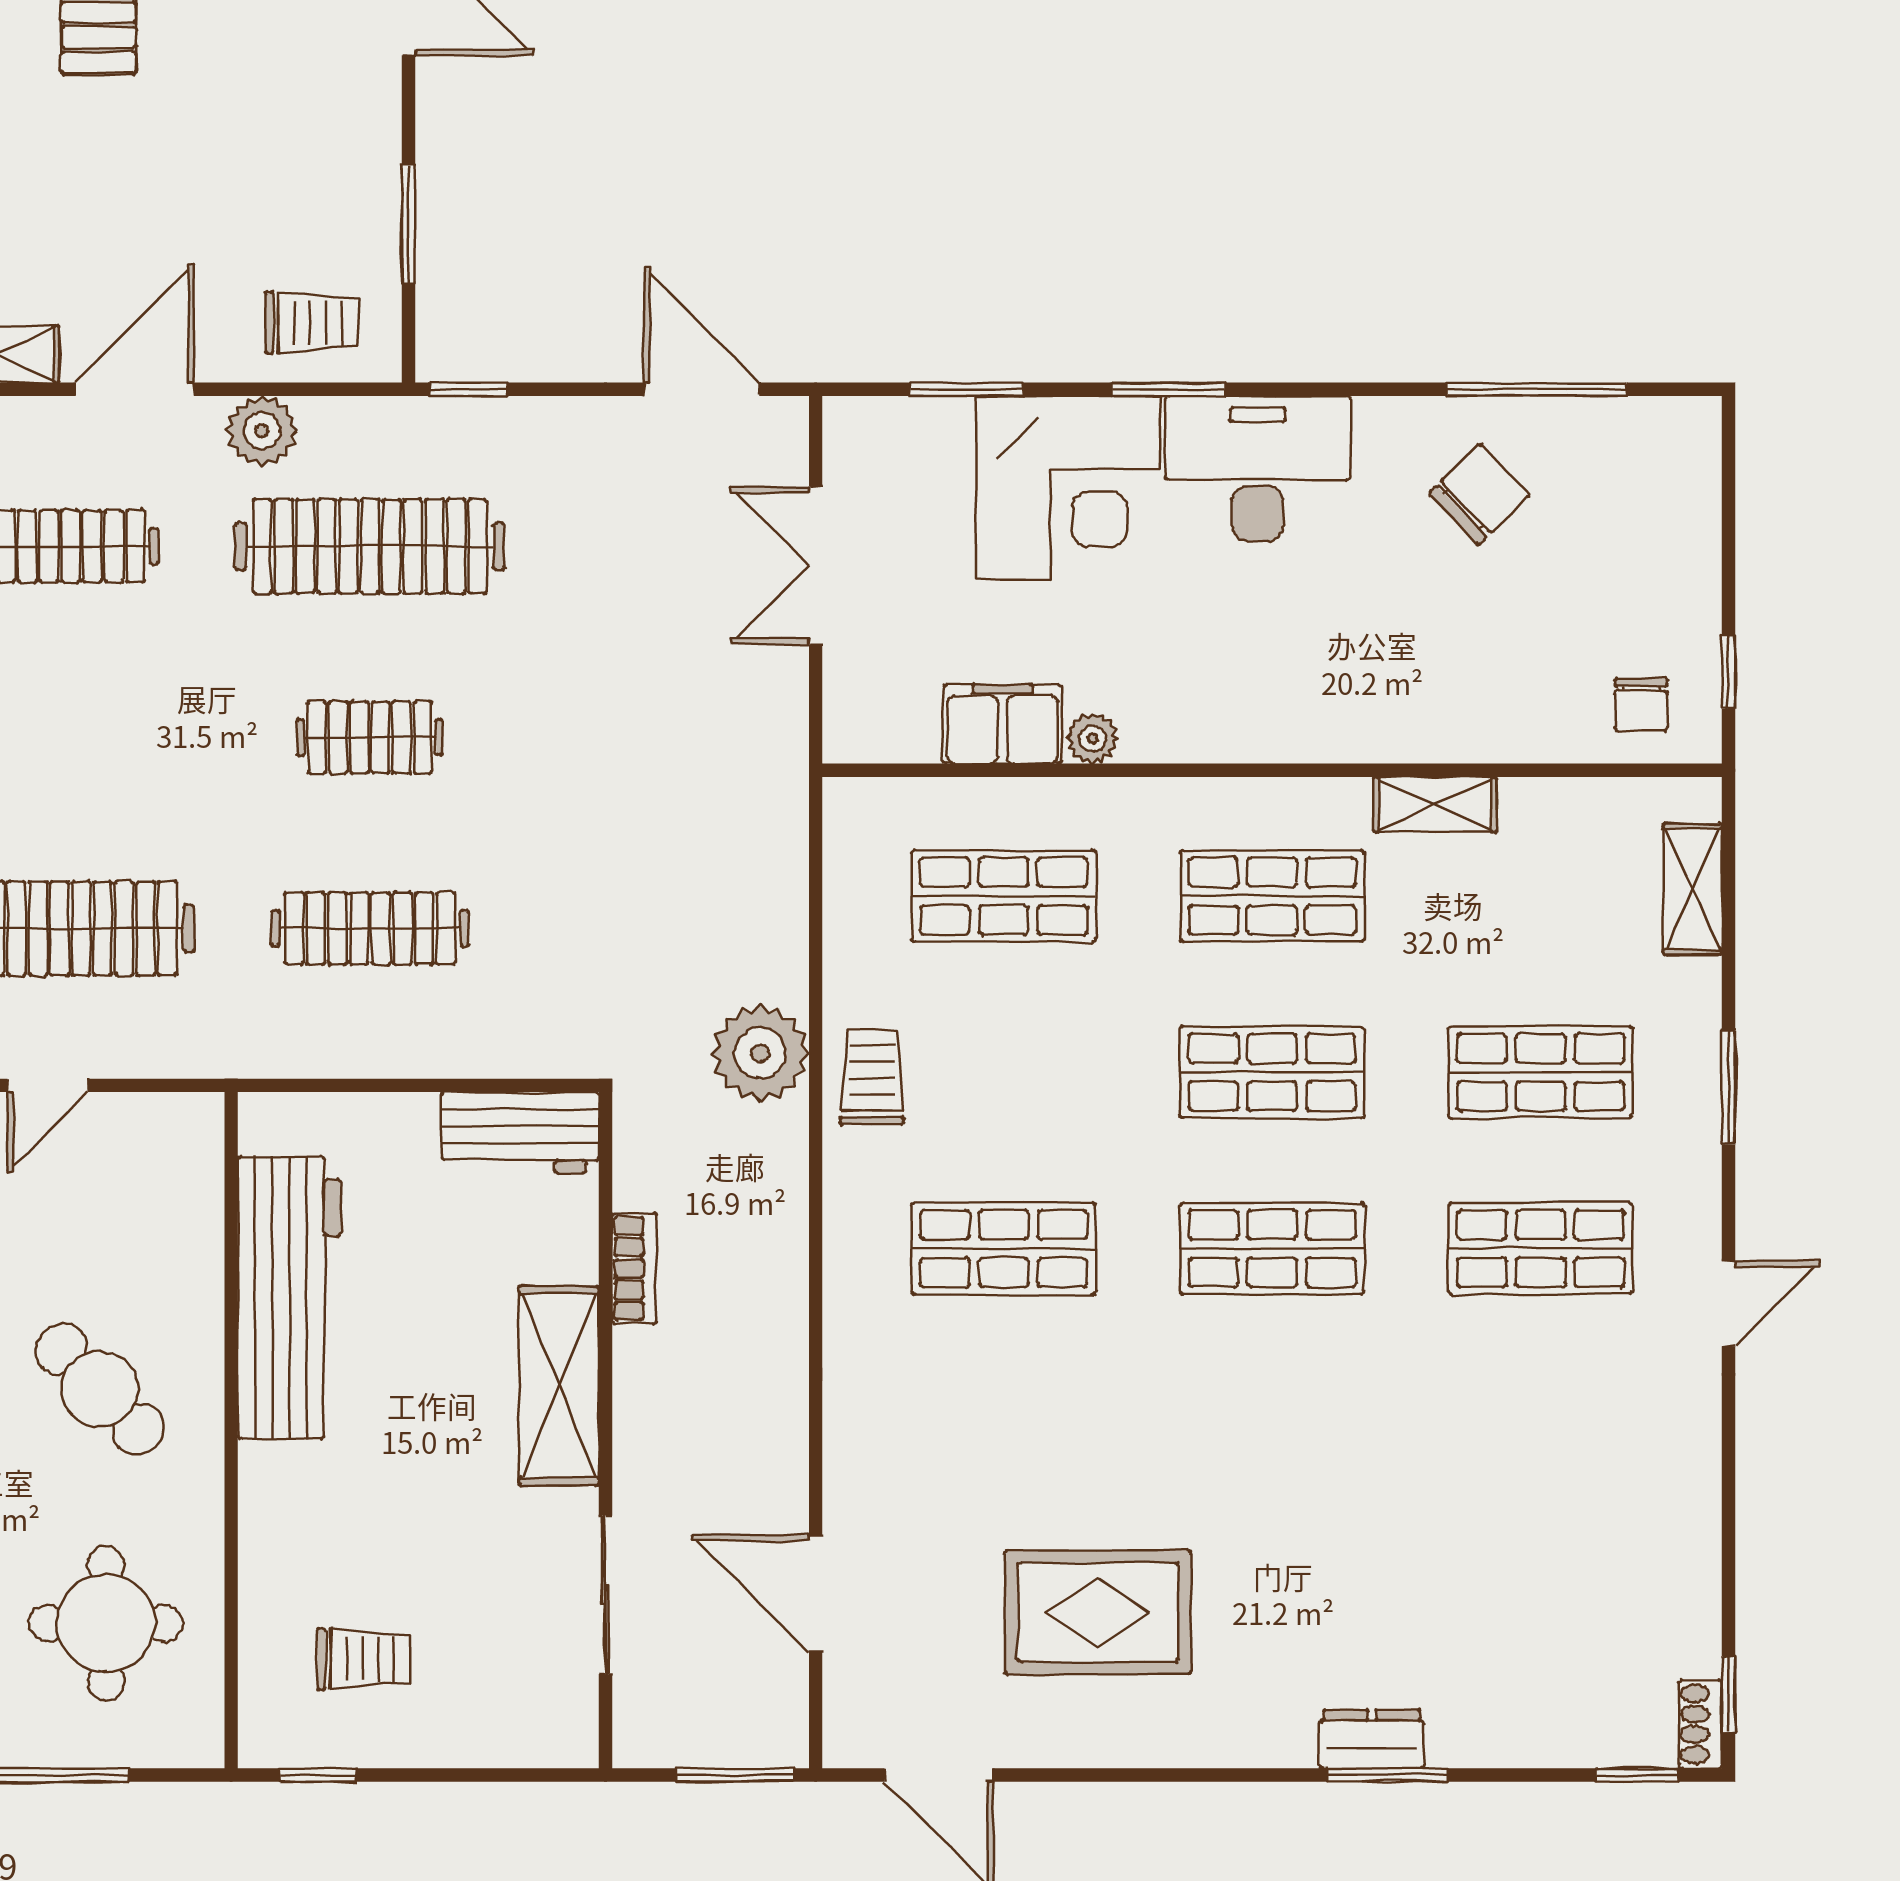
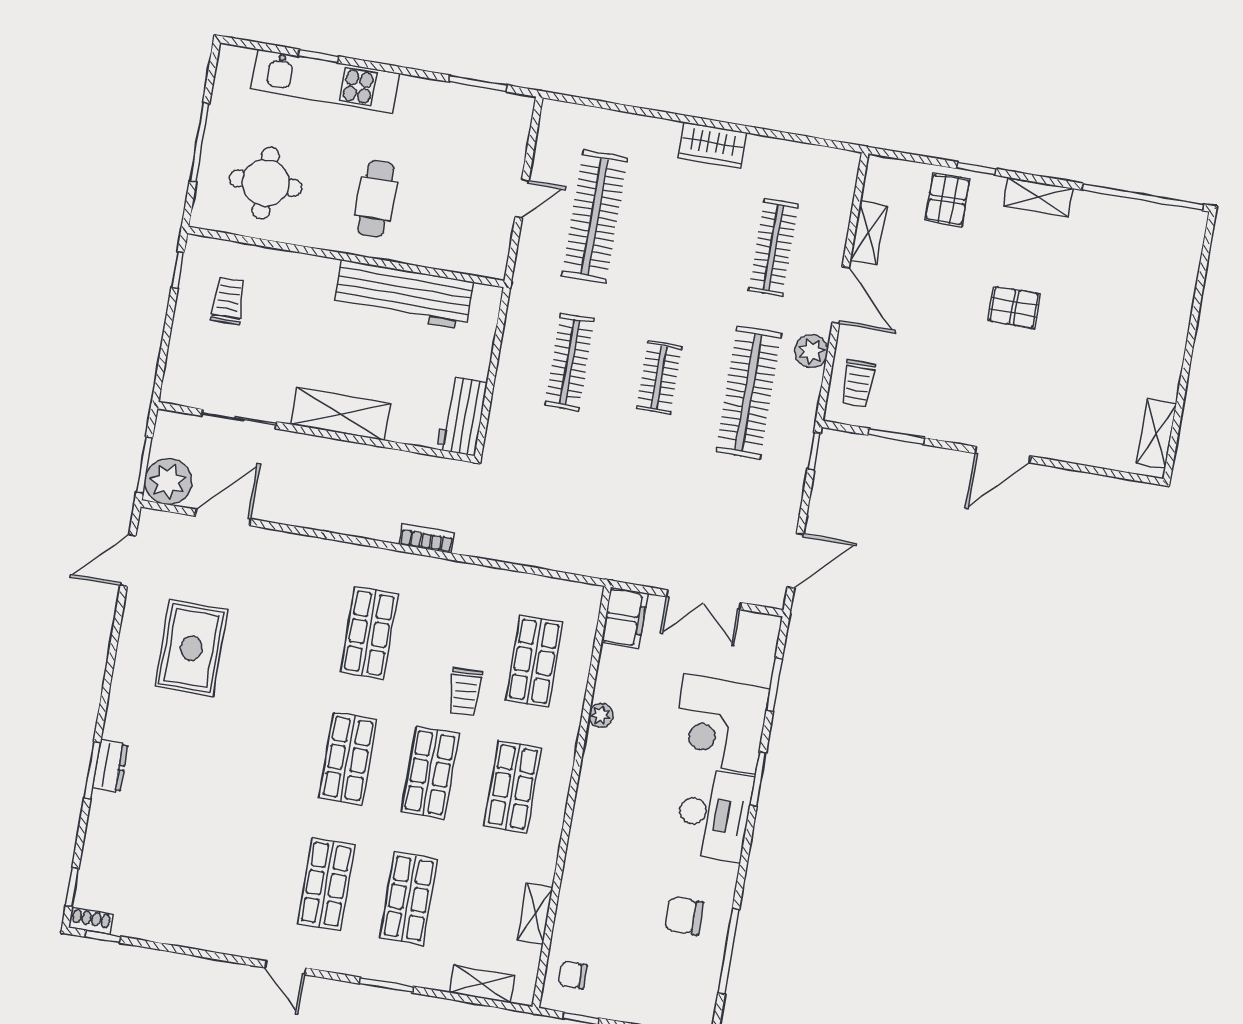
chair: (1479, 494) -> (684, 916), turned 134
double door: (816, 566) -> (704, 600), swing flipped
filing cabinet: (1002, 724) -> (624, 618), moved
shelving: (1435, 804) -> (535, 914), moved
plant: (760, 1053) -> (168, 481), moved
trolley: (872, 1077) -> (465, 692), moved, turned 87
door: (48, 1085) -> (522, 199), swing flipped
bookcase: (634, 1269) -> (427, 538), moved, turned 180
cafe table: (100, 1389) -> (376, 199), turned -46
trolley: (364, 1659) -> (228, 301), turned 180

